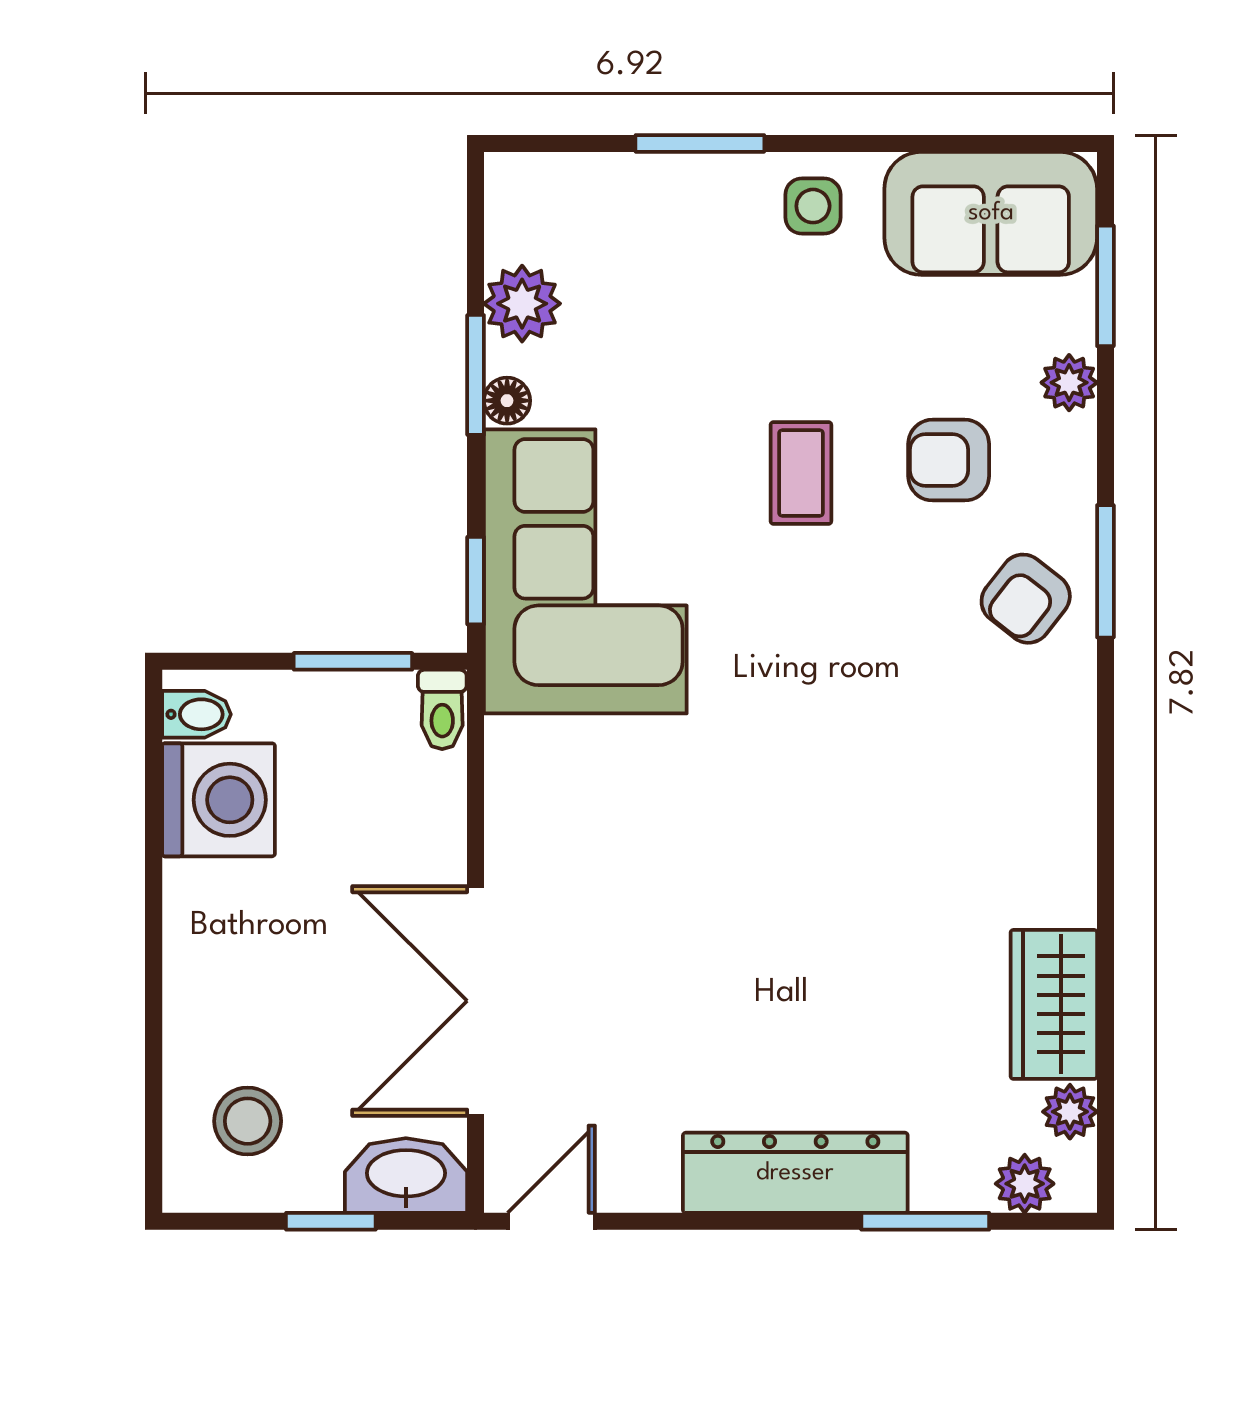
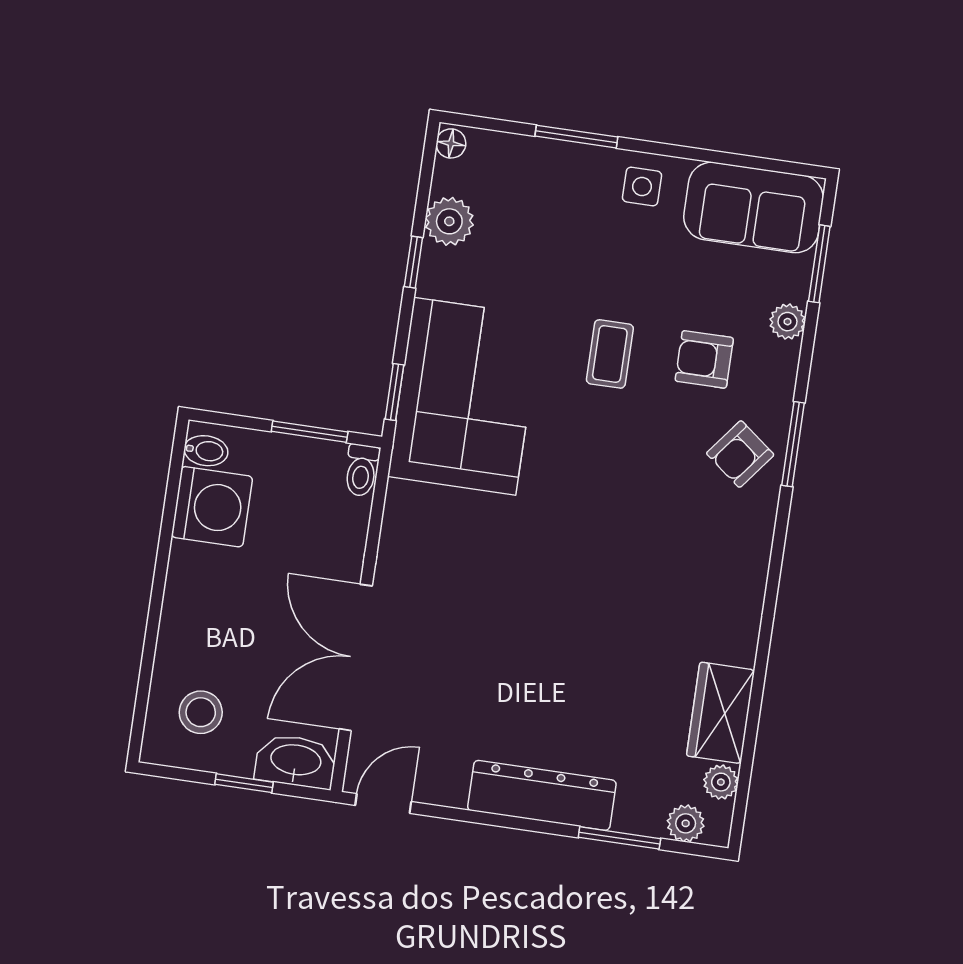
window: (476, 375) -> (413, 262), width x0.67
floor lamp: (507, 401) -> (451, 143), moved

